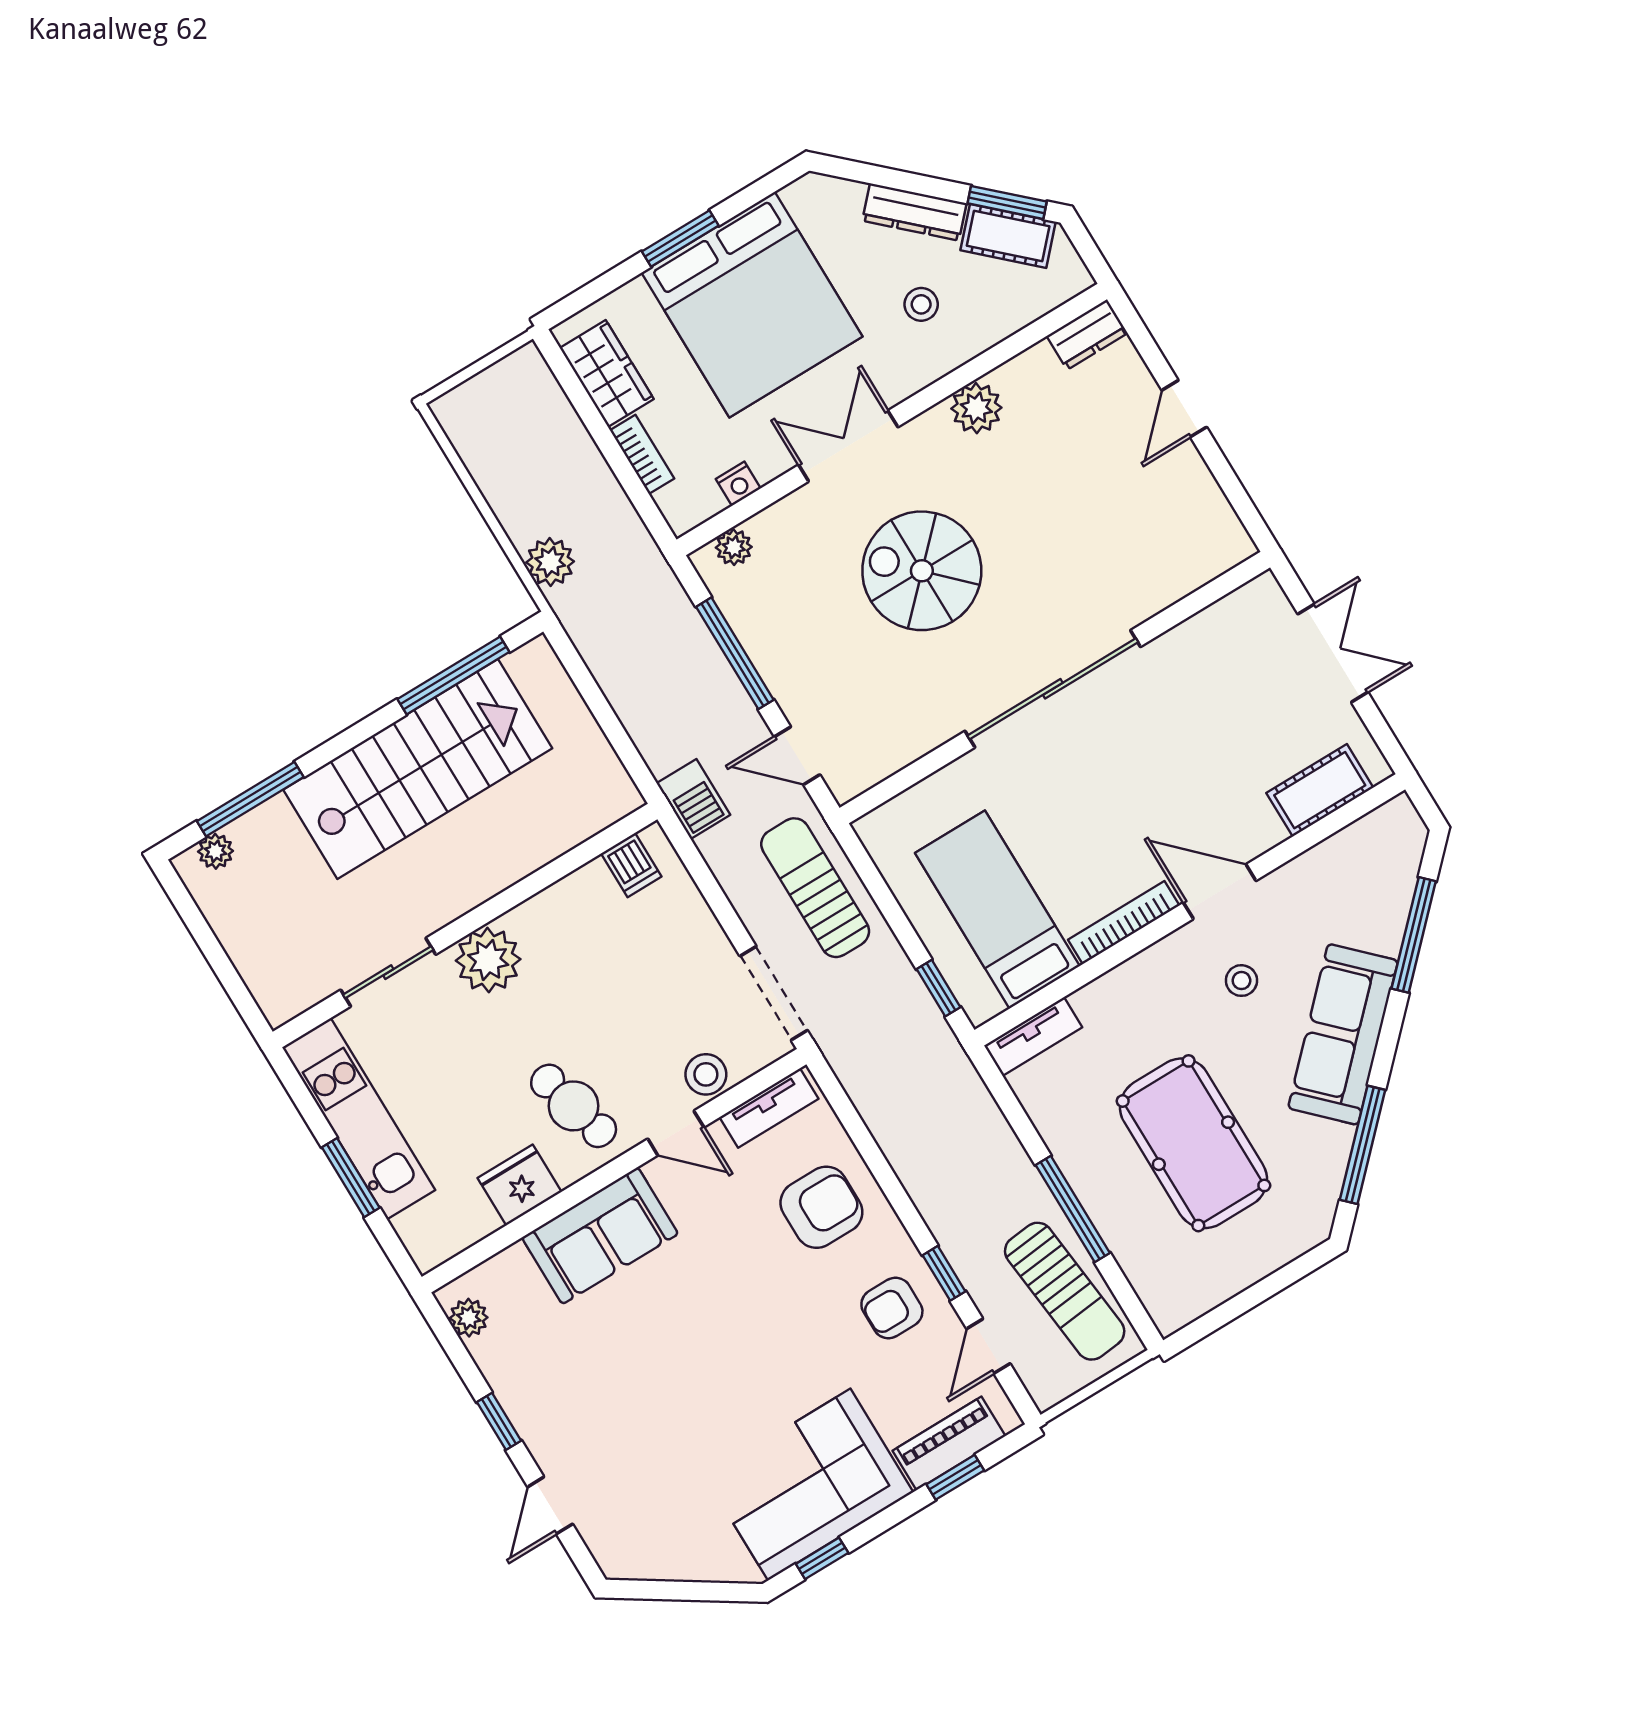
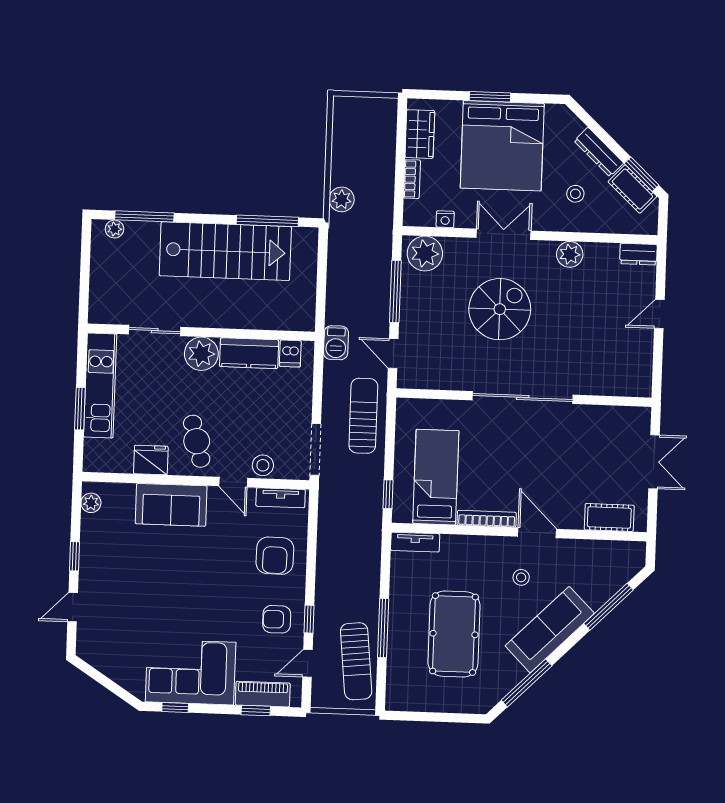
plant: (734, 547) -> (425, 254), width x1.87, depth x1.87
spiral stairs: (922, 571) -> (500, 309), turned 90
kitchen counter: (564, 908) -> (249, 353), added
armchair: (821, 1207) -> (275, 556), turned 91

